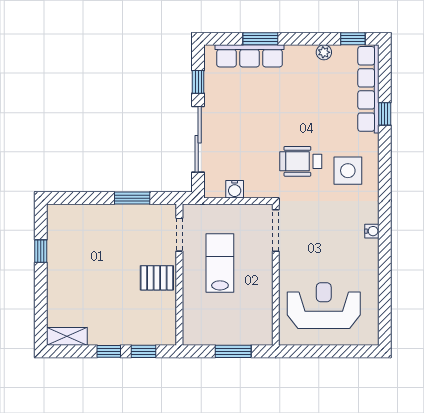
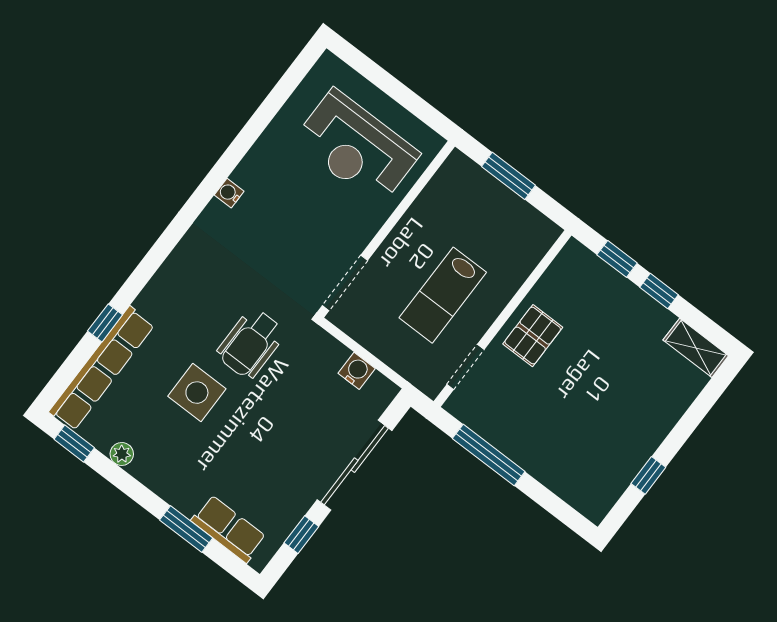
row of seats: (250, 56) -> (229, 529), width x0.68
wheelchair: (301, 161) -> (251, 343), turned 90
side table: (348, 171) -> (197, 393), moved
window: (132, 198) -> (489, 455), width x1.44
pallet: (157, 278) -> (533, 336), turned 90

